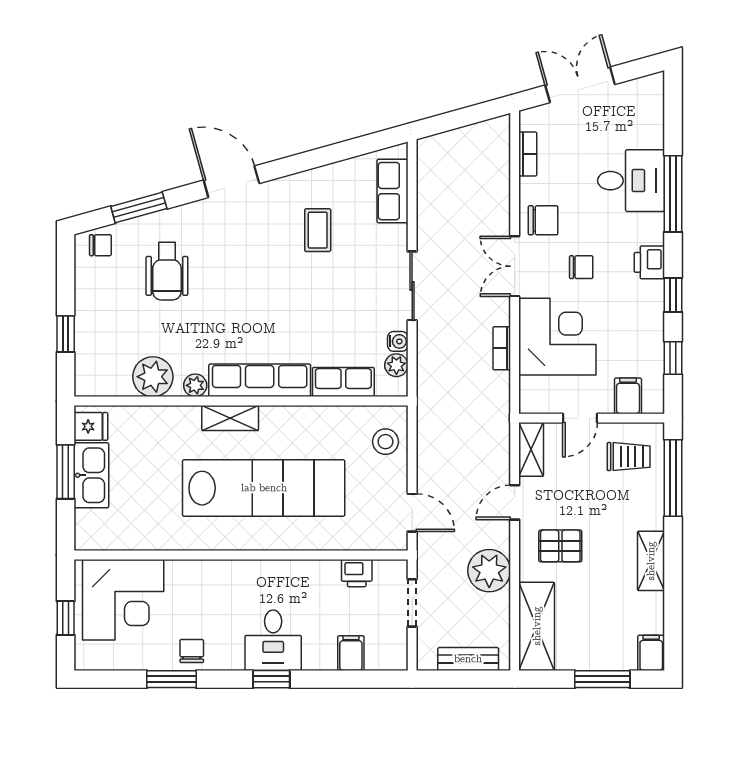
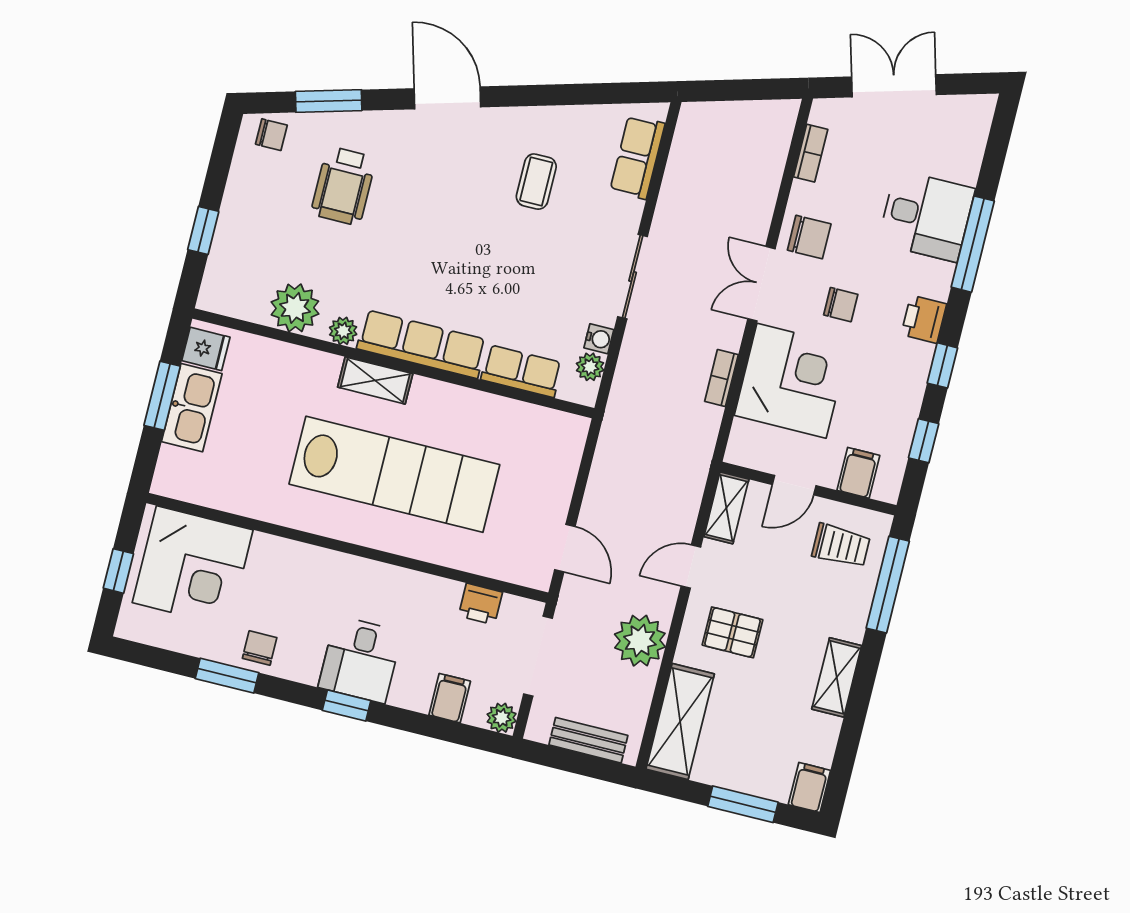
stool: (385, 442) -> (554, 455), removed
doorway: (412, 603) -> (538, 656), width x1.38
plant: (396, 658) -> (502, 718), added

